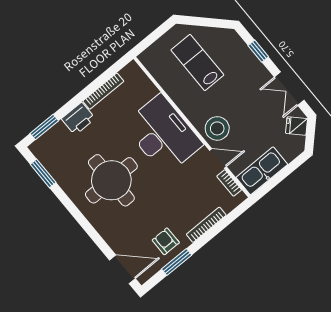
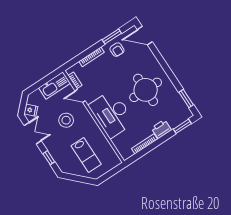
stool: (217, 128) -> (66, 120), moved

